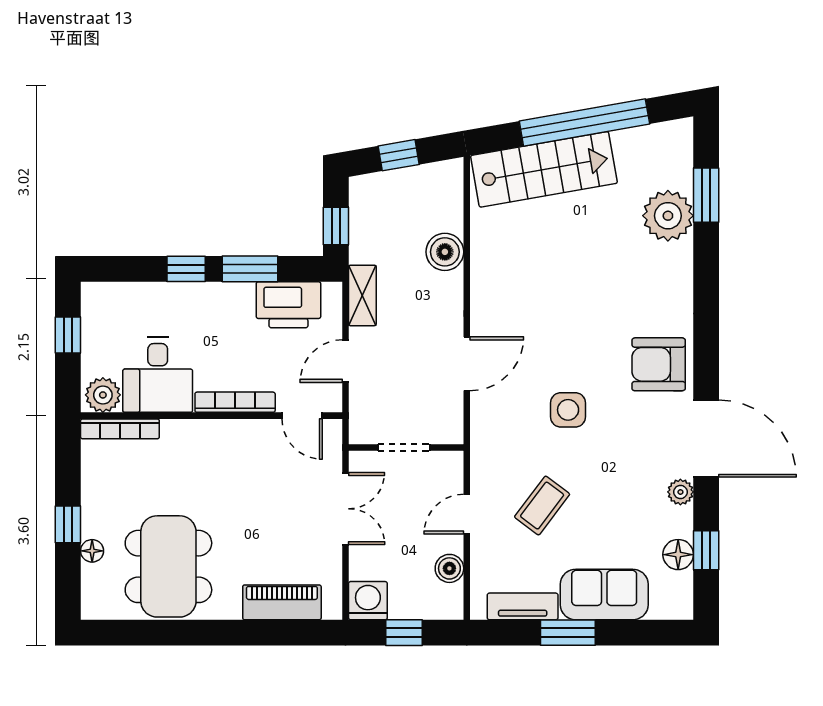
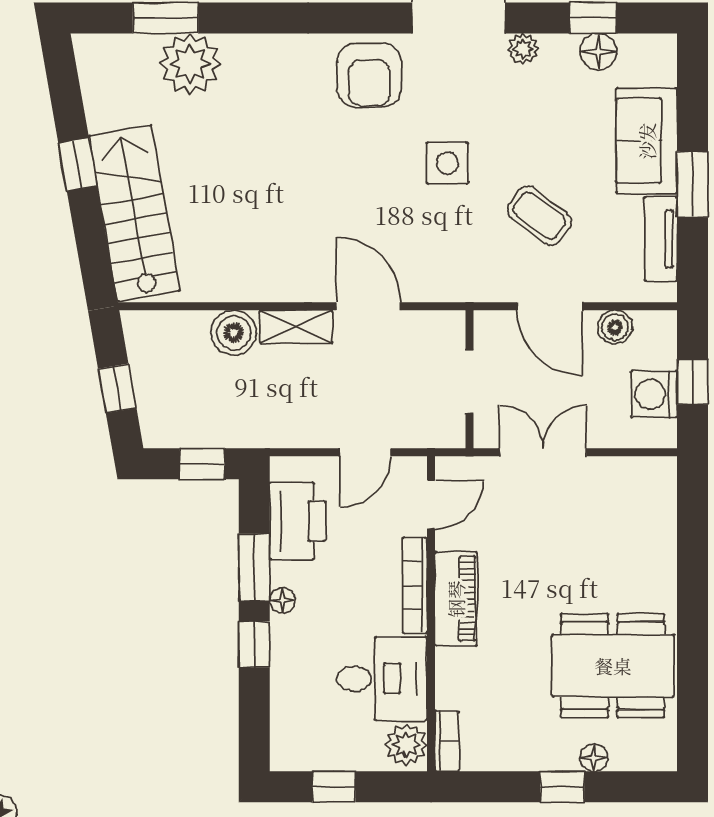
window: (584, 123) -> (78, 164), width x0.32
floor lamp: (223, 292) -> (282, 600), added
shelving: (362, 295) -> (296, 327), moved
door: (346, 361) -> (365, 452), hinge flipped
side table: (568, 410) -> (448, 163), moved
bookcase: (120, 429) -> (447, 741), width x0.64
door: (467, 514) -> (550, 306), width x1.38
washing machine: (368, 601) -> (654, 394), moved
piano: (282, 602) -> (456, 599), moved, turned 180

